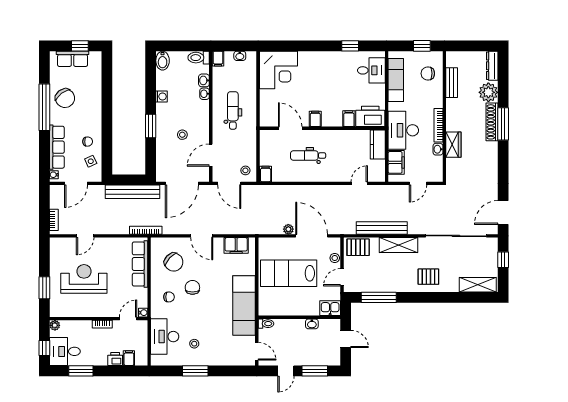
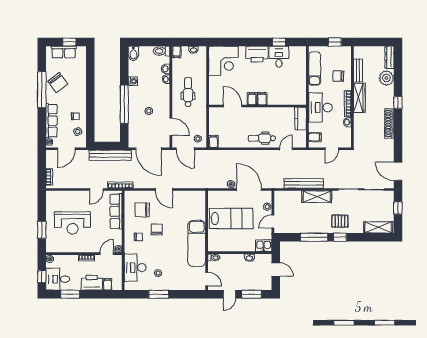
desk: (371, 70) -> (279, 57), moved, turned -90
chair: (428, 73) -> (338, 76), moved
printer: (370, 116) -> (257, 54), moved, turned 180
filing cabinet: (349, 119) -> (262, 99), moved
shoe rack: (492, 122) -> (389, 123), moved
window: (503, 124) -> (398, 103), width x0.46
window: (151, 126) -> (124, 104), width x2.11
wardrobe: (453, 145) -> (359, 98), moved, width x1.50
door: (211, 155) -> (171, 127), swing flipped
dental chair: (308, 155) -> (262, 138), moved
filing cabinet: (396, 162) -> (315, 137), width x0.50
door: (182, 183) -> (148, 149), hinge flipped
door: (503, 213) -> (398, 171), hinge flipped
door: (85, 236) -> (96, 190), moved
filing cabinet: (236, 245) -> (191, 197), removed
pallet: (358, 247) -> (285, 198), removed
chair: (174, 262) -> (142, 210), turned 137
lab bench: (289, 273) -> (231, 218), turned 180
reception desk: (84, 279) -> (72, 223), turned 180
window: (379, 297) -> (314, 237), moved
window: (429, 297) -> (340, 237), added
printer: (115, 359) -> (92, 283), width x1.87, depth x1.48

